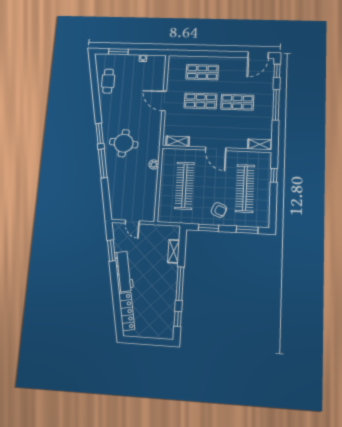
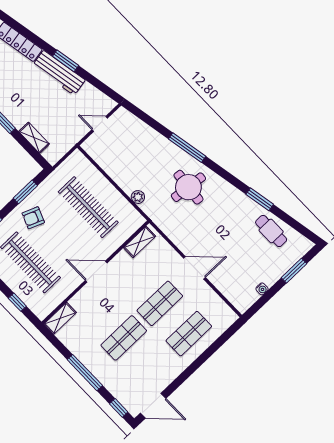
door: (258, 55) -> (153, 406), swing flipped
window: (100, 133) -> (260, 199), moved
window: (111, 250) -> (66, 61), moved

